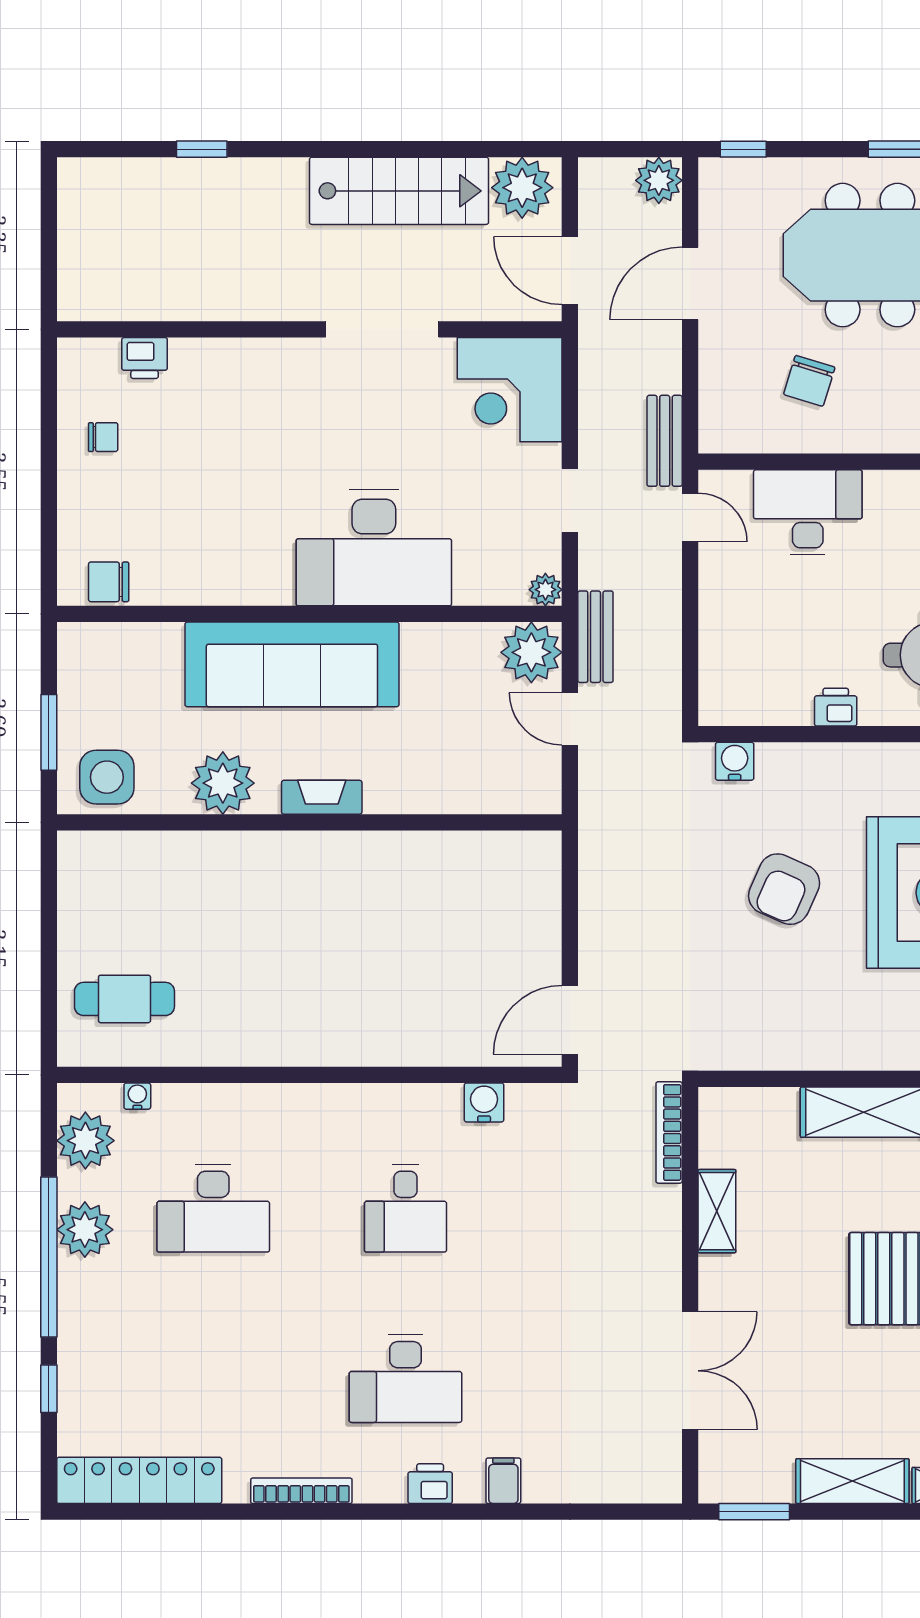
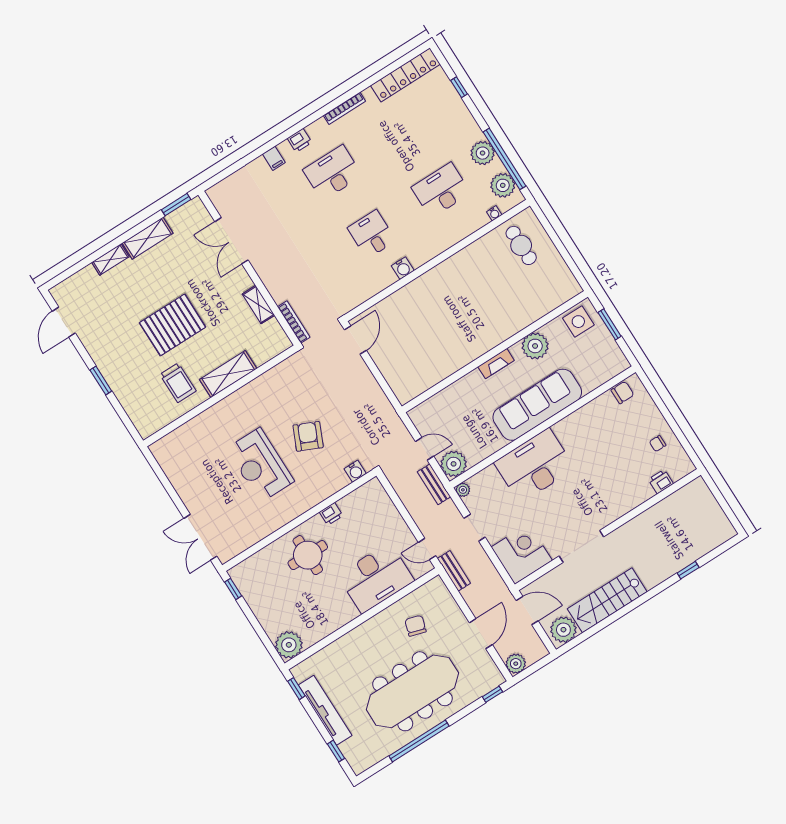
desk: (808, 512) -> (376, 578), width x1.36, depth x1.30
cafe table: (124, 999) -> (521, 245), turned 90
water cooler: (484, 1102) -> (403, 268), moved
window: (49, 1257) -> (504, 159), moved

